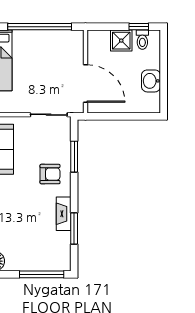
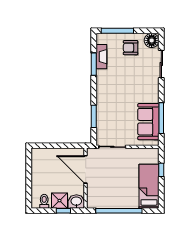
window: (139, 27) -> (63, 211), moved
washbasin: (151, 81) -> (76, 202), moved, turned -90
armchair: (50, 174) -> (131, 48), moved
fireplace: (64, 214) -> (101, 57), moved

